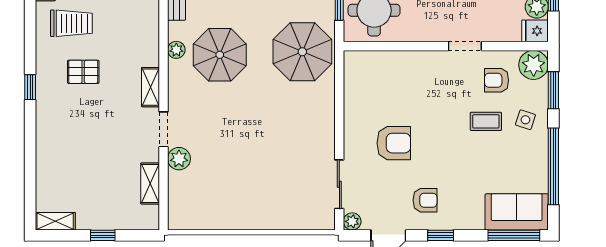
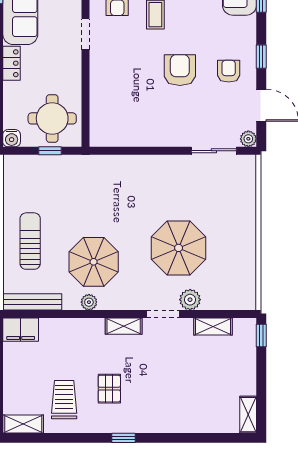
parasol: (302, 52) -> (179, 248), moved
armchair: (394, 143) -> (180, 70), moved
window: (103, 235) -> (261, 335), moved

